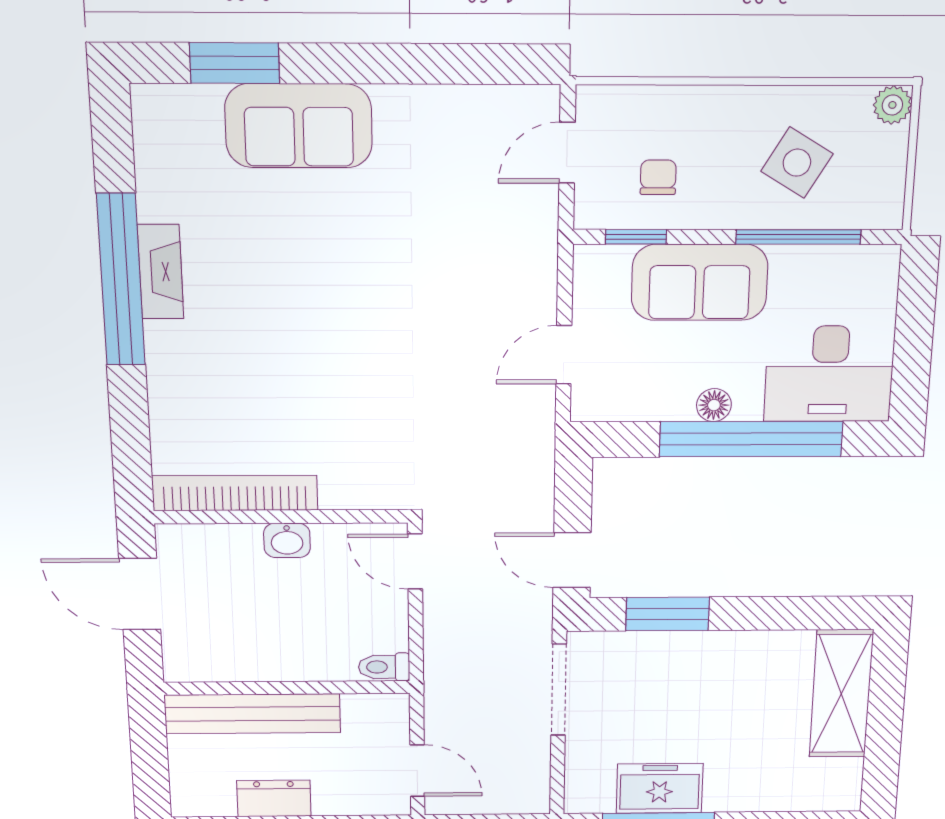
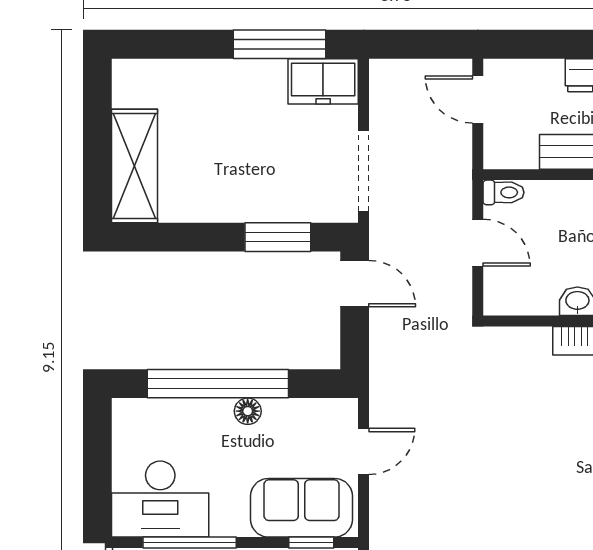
sofa: (700, 282) -> (302, 508), moved
desk: (829, 374) -> (160, 499), moved, turned 180
door: (415, 562) -> (478, 243), moved
freezer: (660, 788) -> (323, 81), moved

